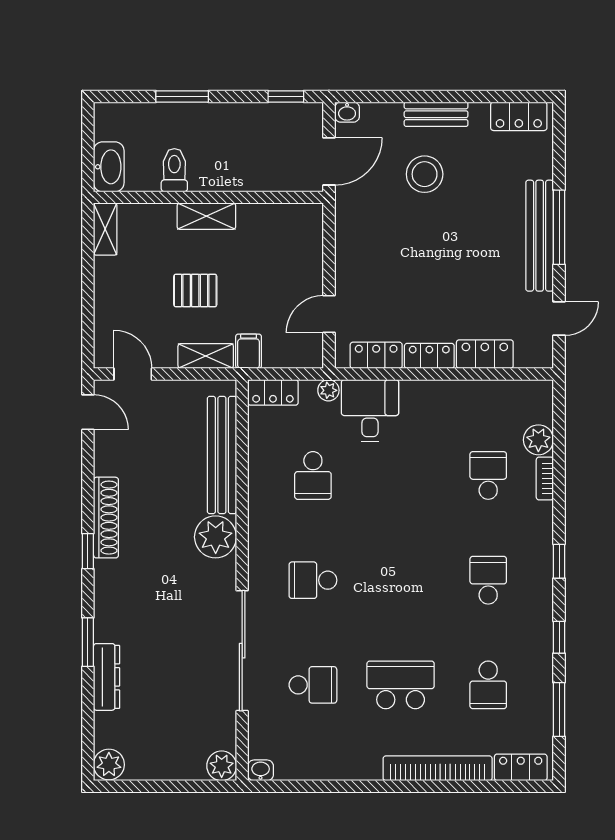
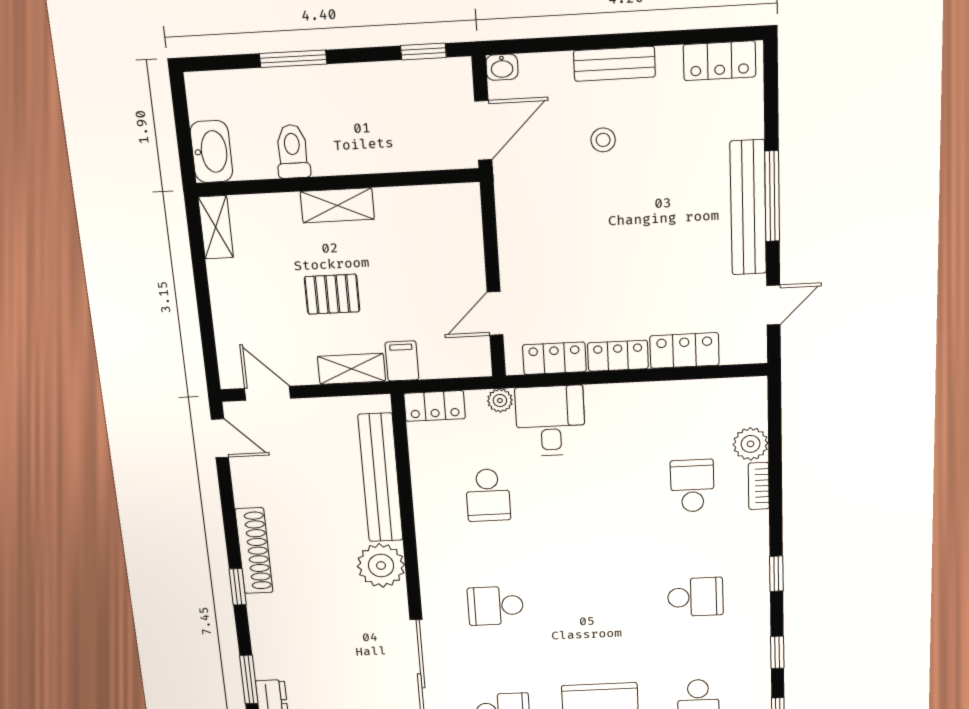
stool: (425, 174) -> (603, 140), width x0.53, depth x0.53
school desk: (488, 580) -> (695, 597), turned 90

